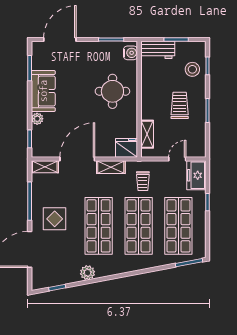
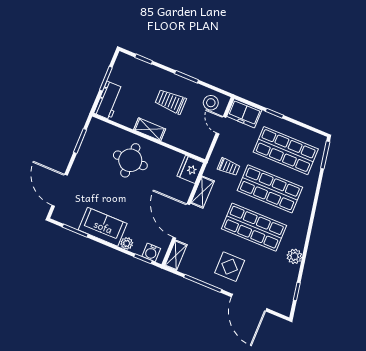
water cooler: (131, 53) -> (151, 252), moved, turned 180
stool: (192, 69) -> (211, 103), moved
shelving: (147, 134) -> (150, 129), moved

